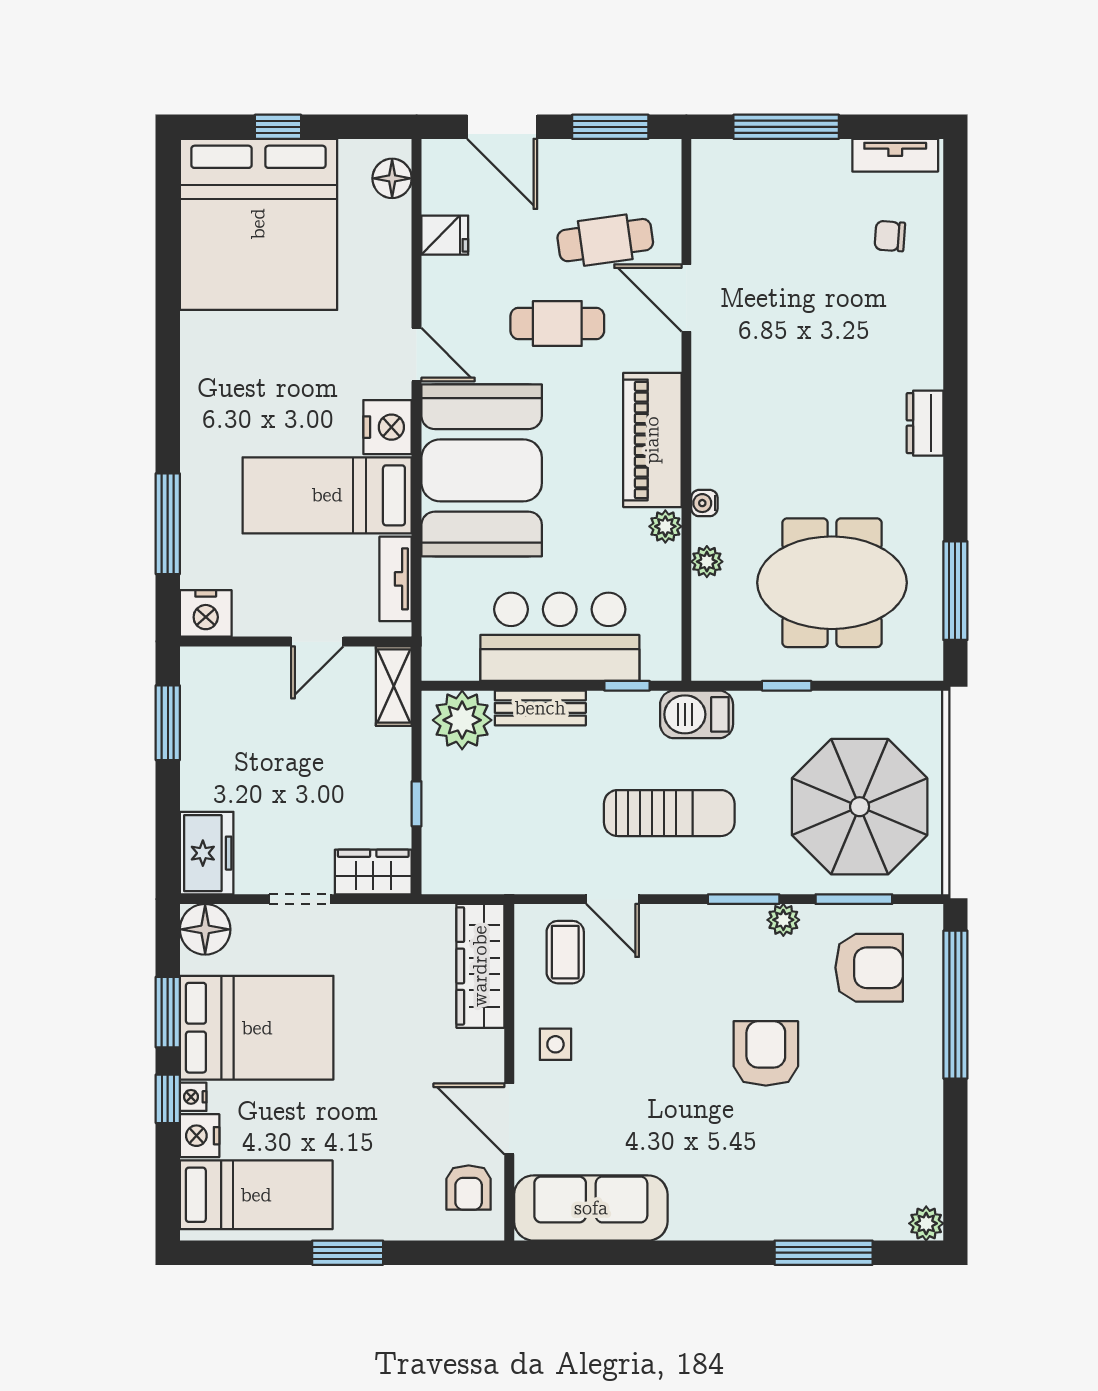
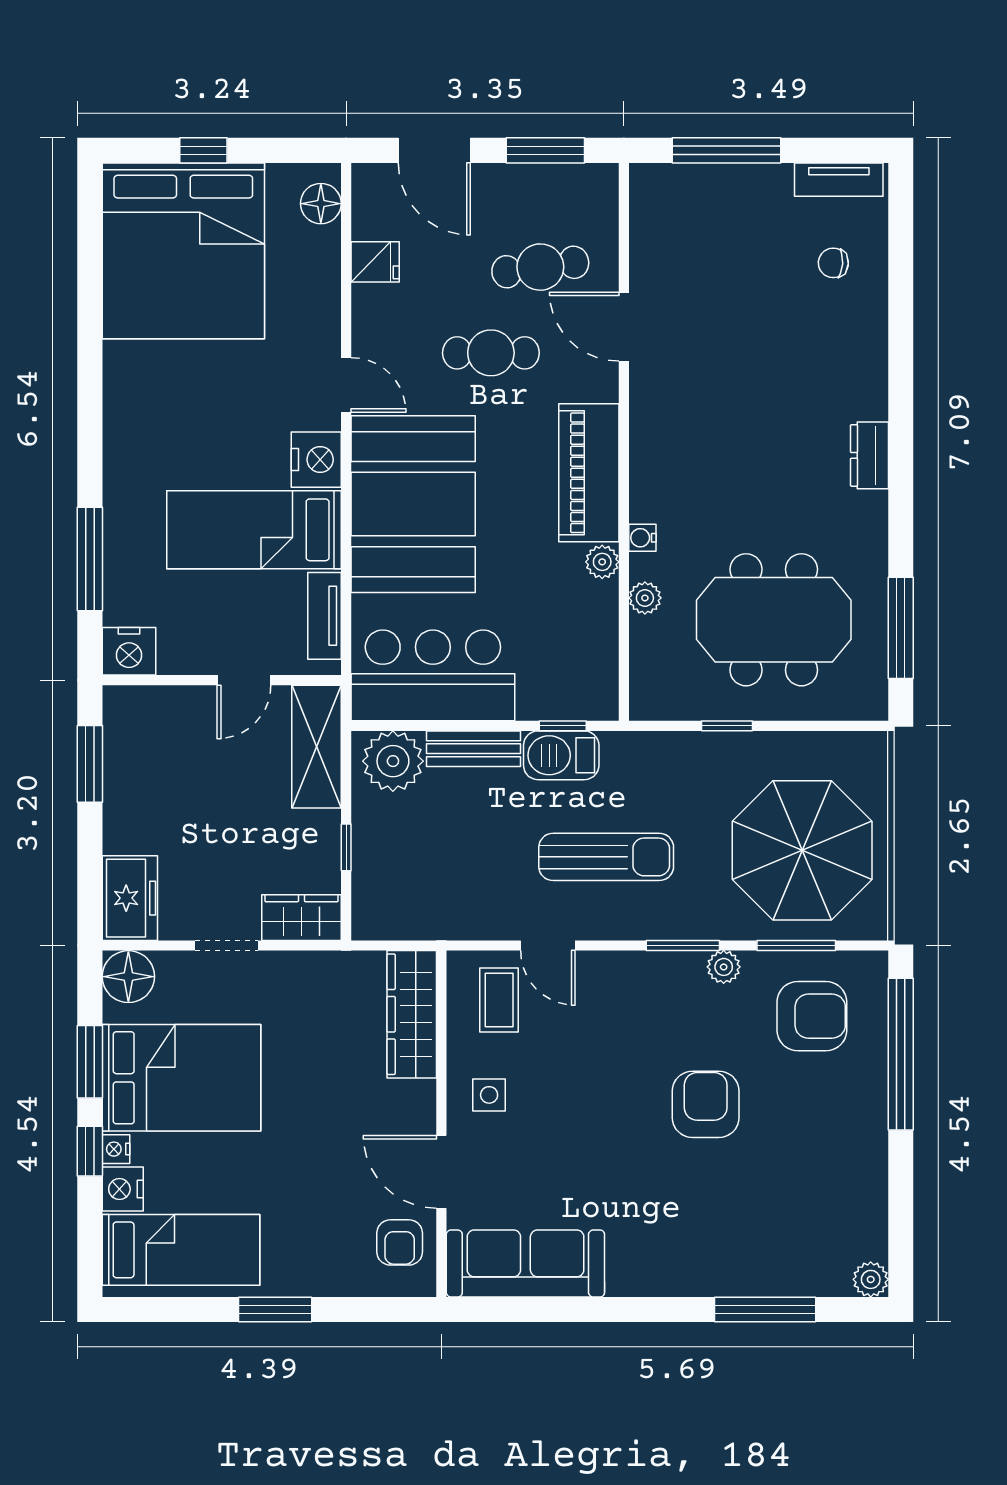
bar counter: (560, 637) -> (433, 675), moved
shelving: (394, 686) -> (316, 747), width x1.50, depth x1.33
barbecue: (697, 714) -> (561, 755), moved

